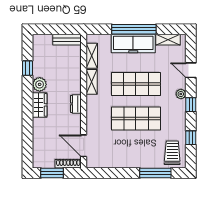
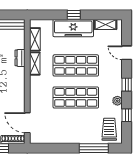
window: (134, 29) -> (74, 15), width x0.32
plant: (181, 94) -> (117, 101), moved
dresser: (76, 104) -> (20, 58), moved

